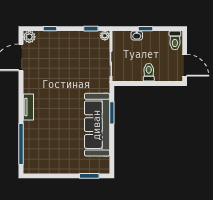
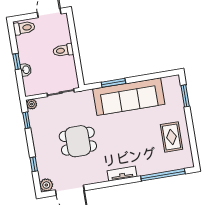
dining table: (64, 72) -> (78, 141), added
rug: (54, 157) -> (172, 137), added

